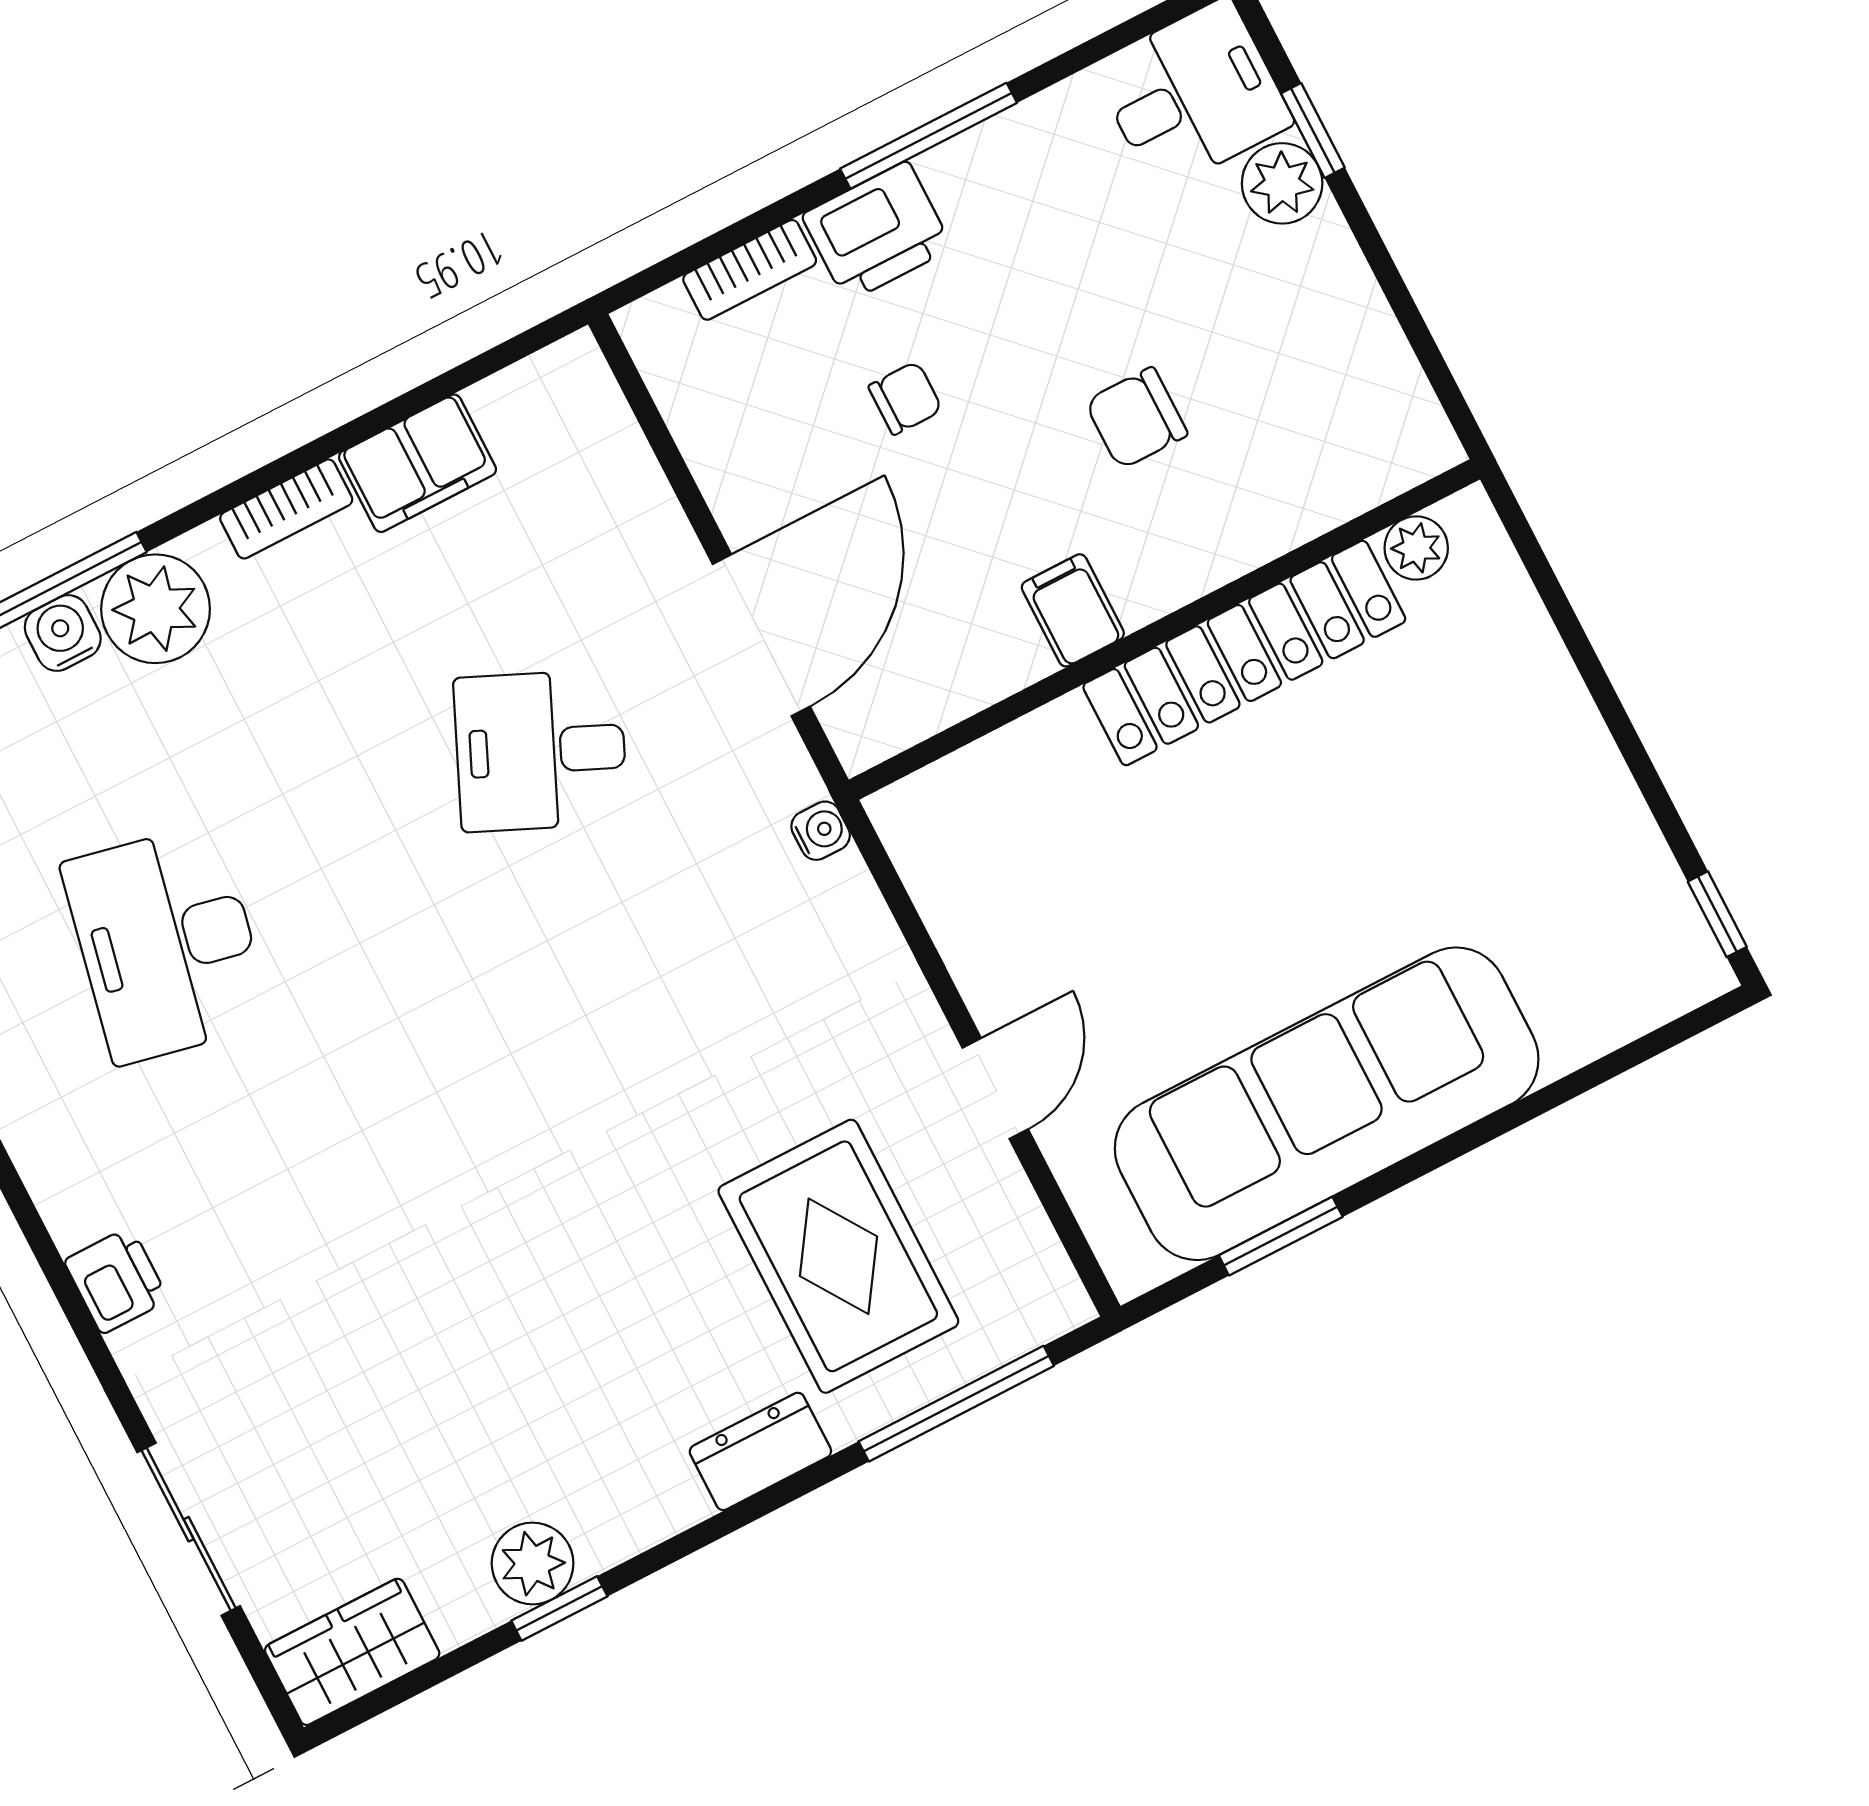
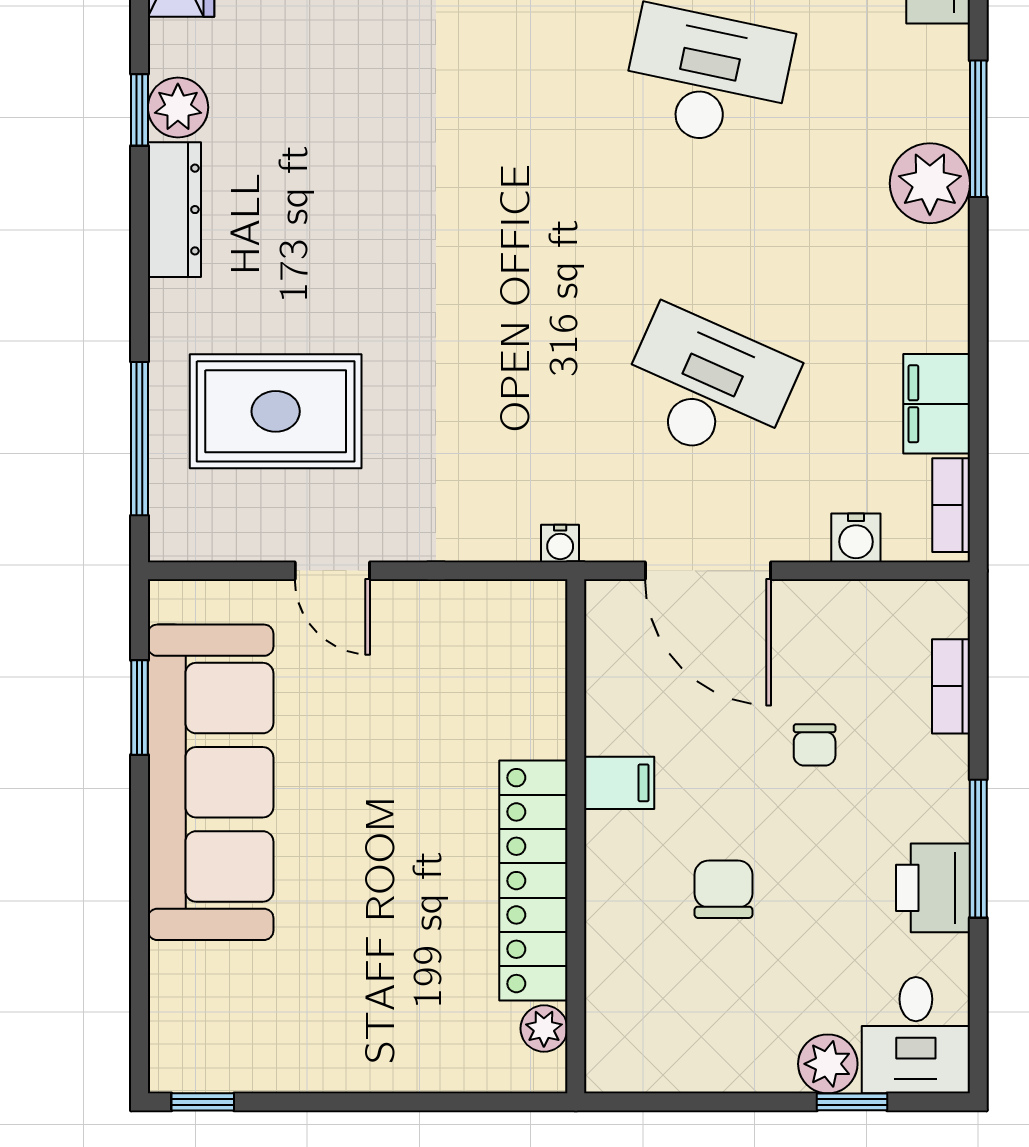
printer: (877, 232) -> (933, 888), moved
bookcase: (286, 509) -> (951, 505), moved
water cooler: (63, 633) -> (856, 538), moved, turned 90
desk: (541, 751) -> (707, 387), width x1.37
dresser: (760, 1451) -> (174, 210), moved, width x1.44

